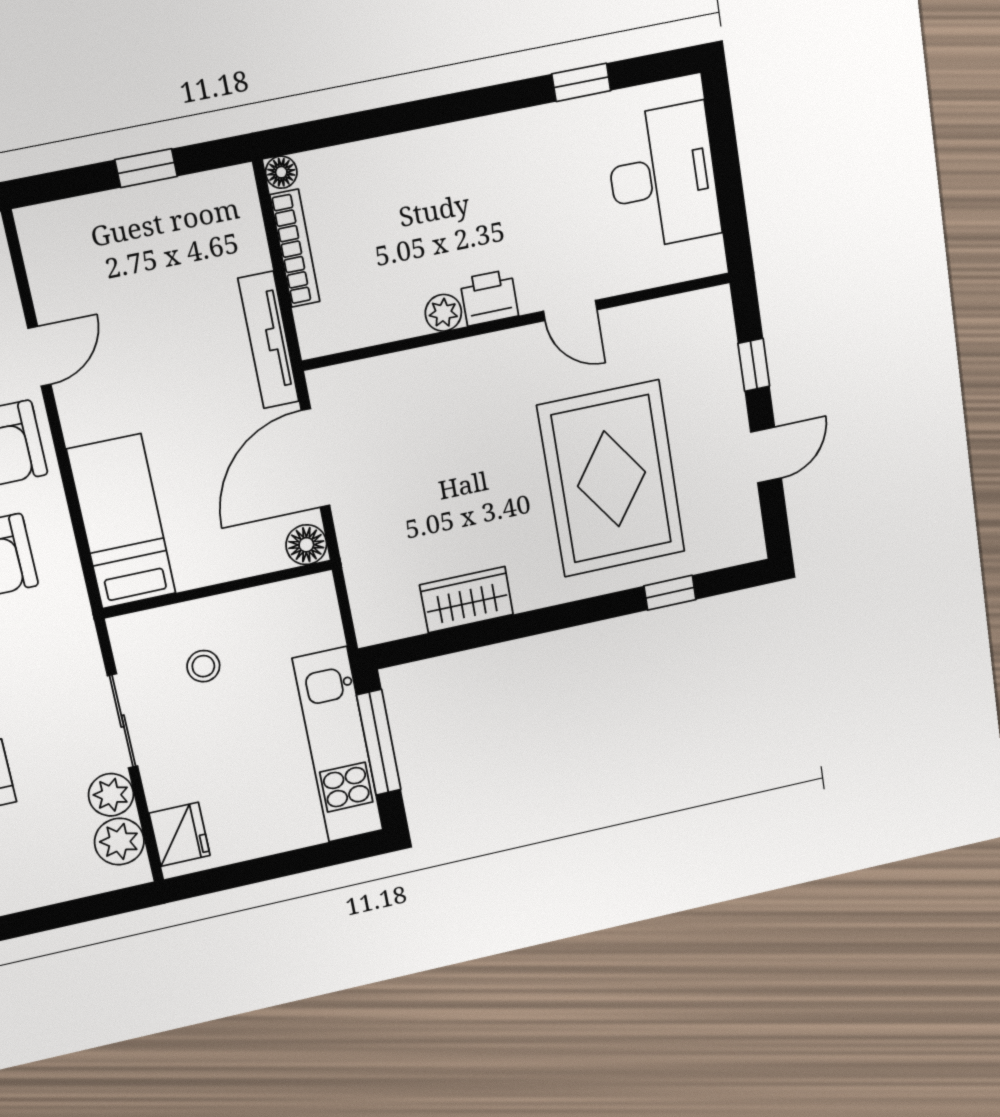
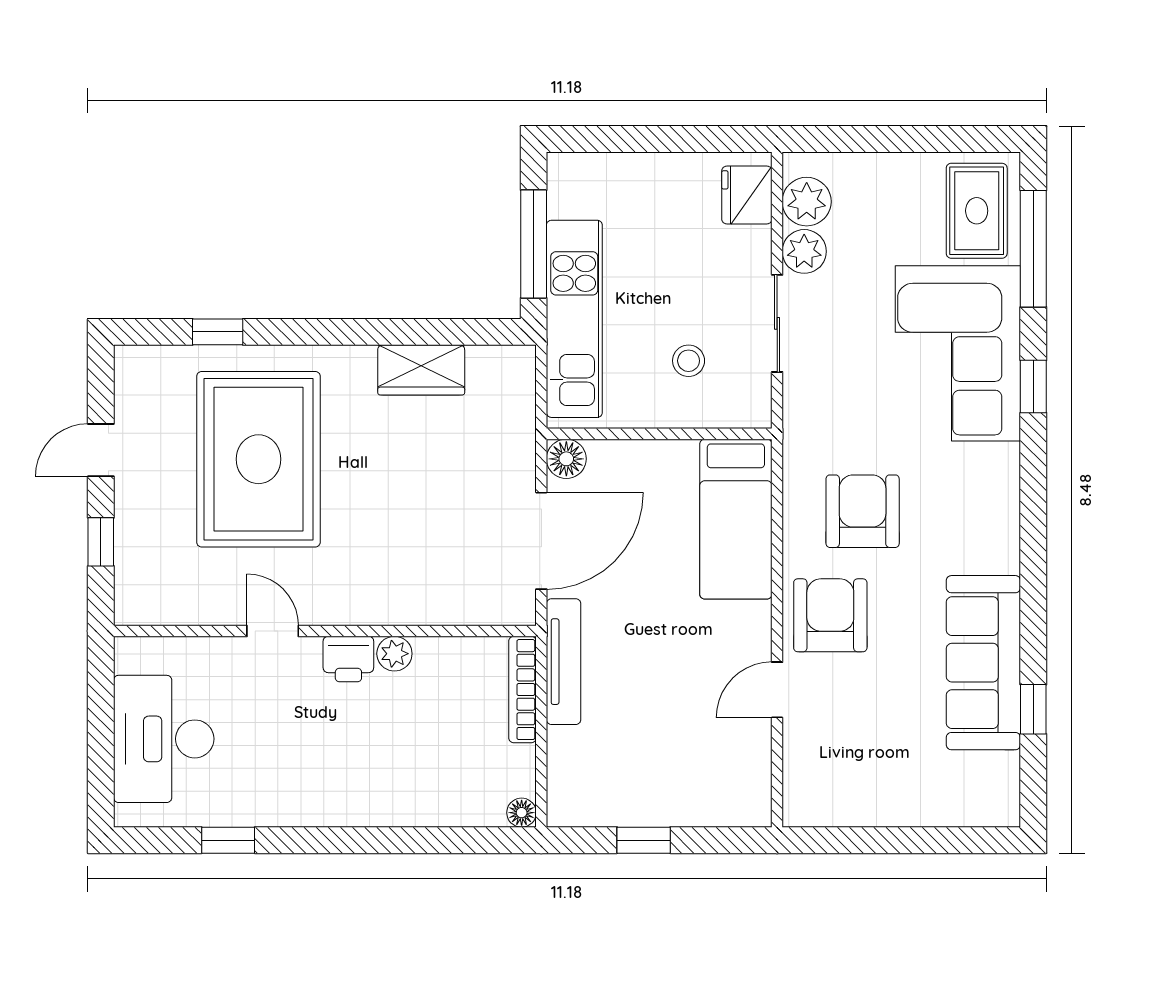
bookcase: (295, 248) -> (523, 690), moved
kitchen unit: (338, 745) -> (574, 319), moved

